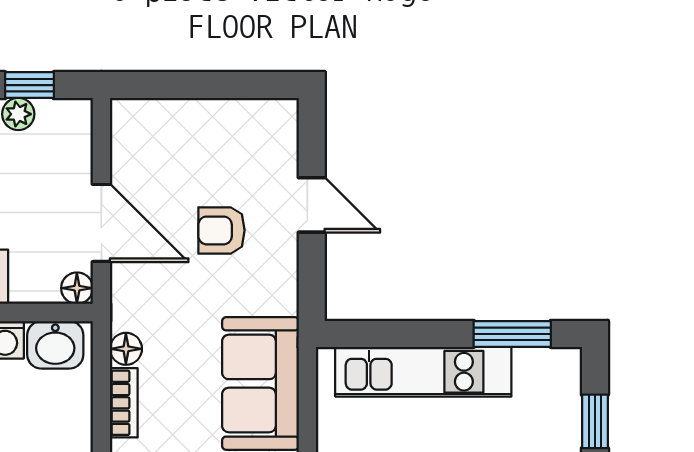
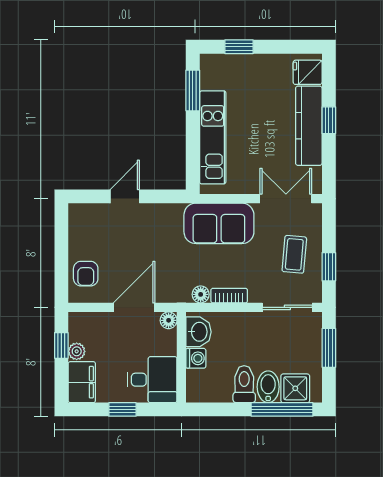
armchair: (222, 230) -> (86, 274), moved

